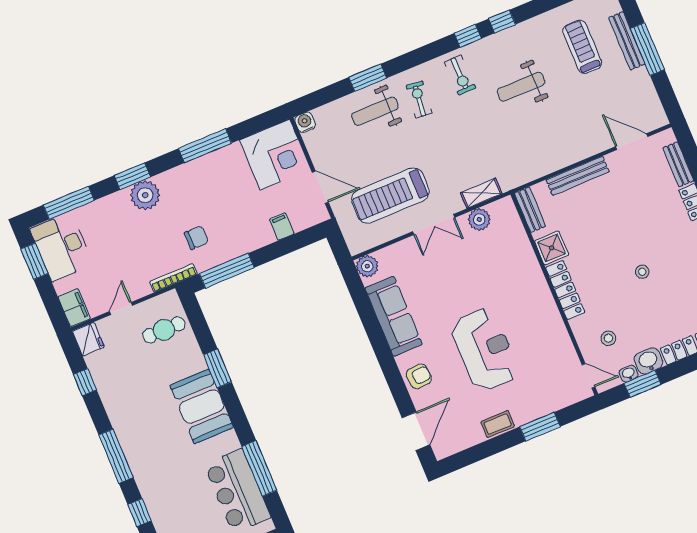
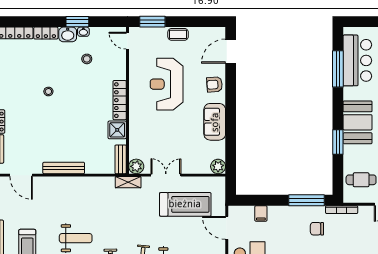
bench: (530, 210) -> (121, 159), moved
shower: (551, 248) -> (117, 130), moved
locker: (565, 290) -> (120, 100), moved
wall: (554, 294) -> (127, 100), moved
sofa: (394, 316) -> (215, 122), width x0.73
door: (588, 376) -> (127, 41), moved

